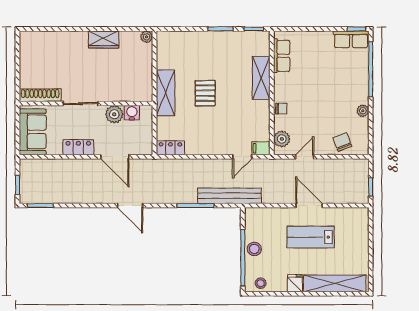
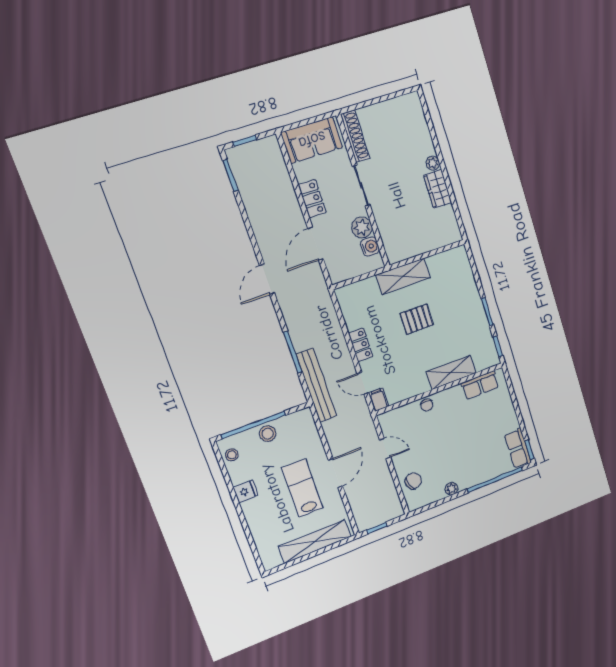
plant: (147, 37) -> (433, 163), moved
plant: (282, 139) -> (396, 418), removed
locker: (170, 148) -> (361, 345), moved
shelving: (335, 283) -> (315, 542), moved, turned 90

